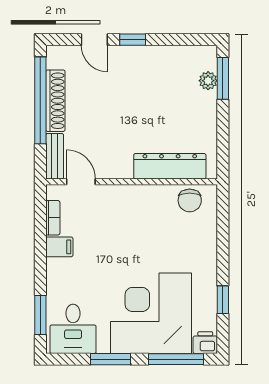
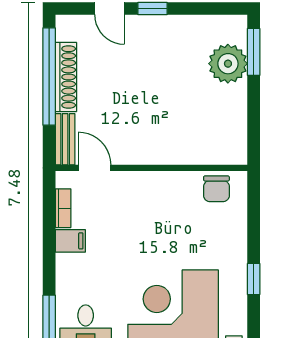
plant: (208, 81) -> (228, 64), width x1.88, depth x1.88
dresser: (170, 166) -> (194, 150), removed
window: (223, 300) -> (254, 279), moved

